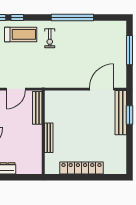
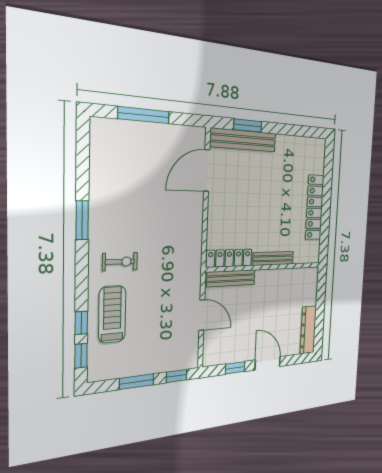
window: (72, 18) -> (82, 220), width x0.47
door: (102, 89) -> (207, 171), hinge flipped
locker: (50, 106) -> (229, 258), added

